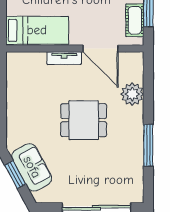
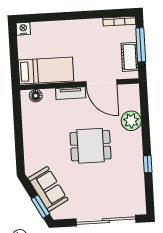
floor lamp: (24, 59) -> (36, 96), added
window: (148, 145) -> (148, 164), width x0.46
window: (15, 175) -> (40, 206), moved

